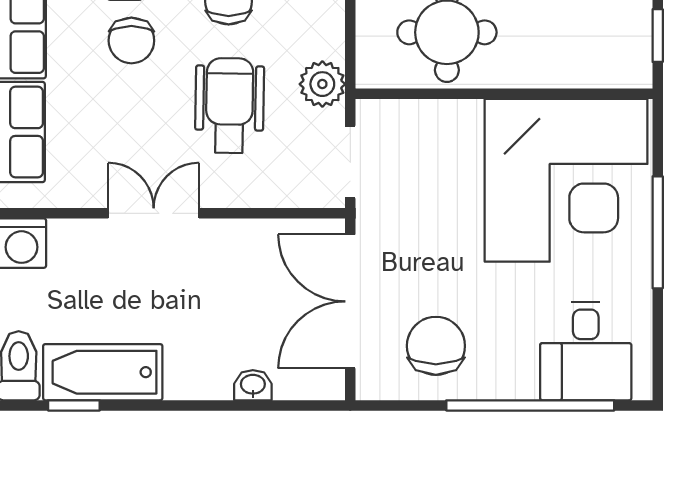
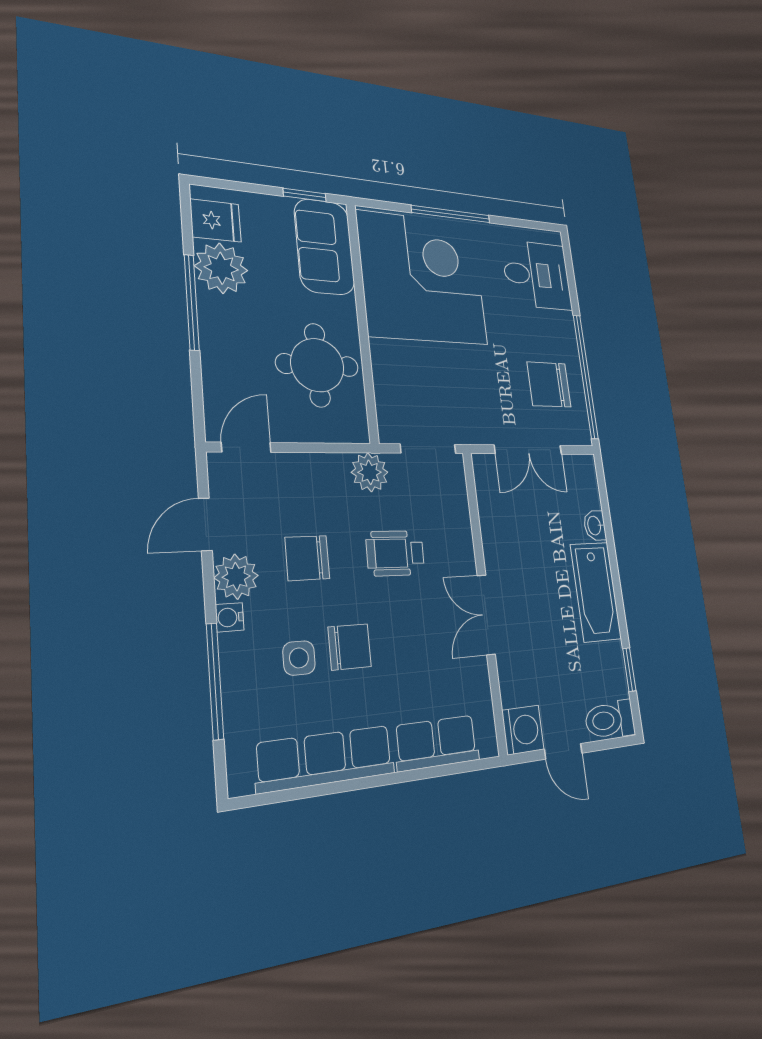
sofa: (594, 55) -> (325, 247), added
wheelchair: (229, 106) -> (395, 553), width x0.73, depth x0.73
double door: (350, 301) -> (528, 450), width x0.73
bathtub: (103, 372) -> (596, 592), moved
window: (530, 405) -> (586, 376), moved

